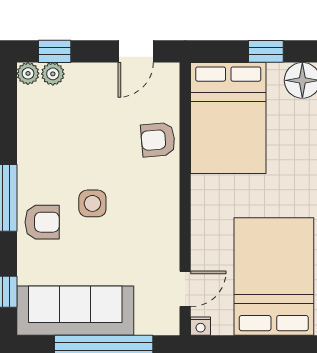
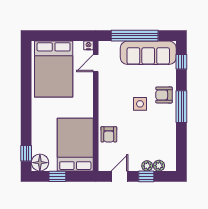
window: (55, 51) -> (146, 176), moved
plant: (28, 73) -> (147, 166), moved
armchair: (158, 140) -> (109, 134), turned 95

